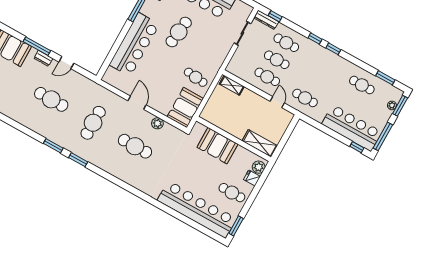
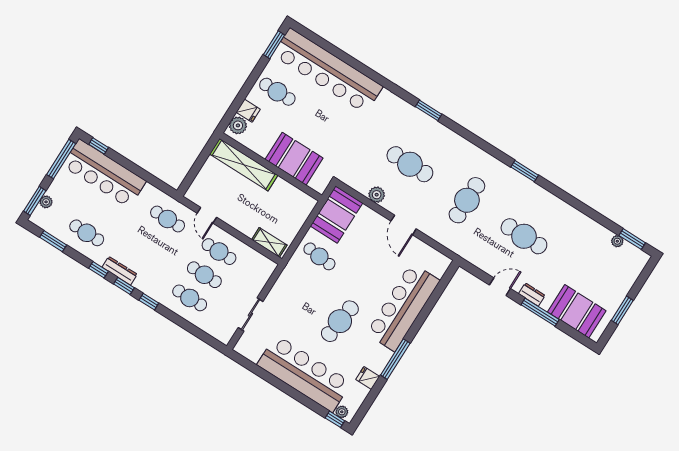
window: (275, 16) -> (99, 270), moved
dresser: (266, 20) -> (120, 271), moved
shelving: (260, 143) -> (244, 165), width x1.47
window: (78, 160) -> (429, 110), moved

